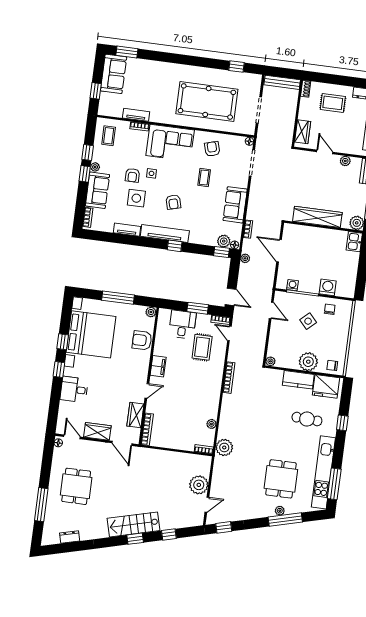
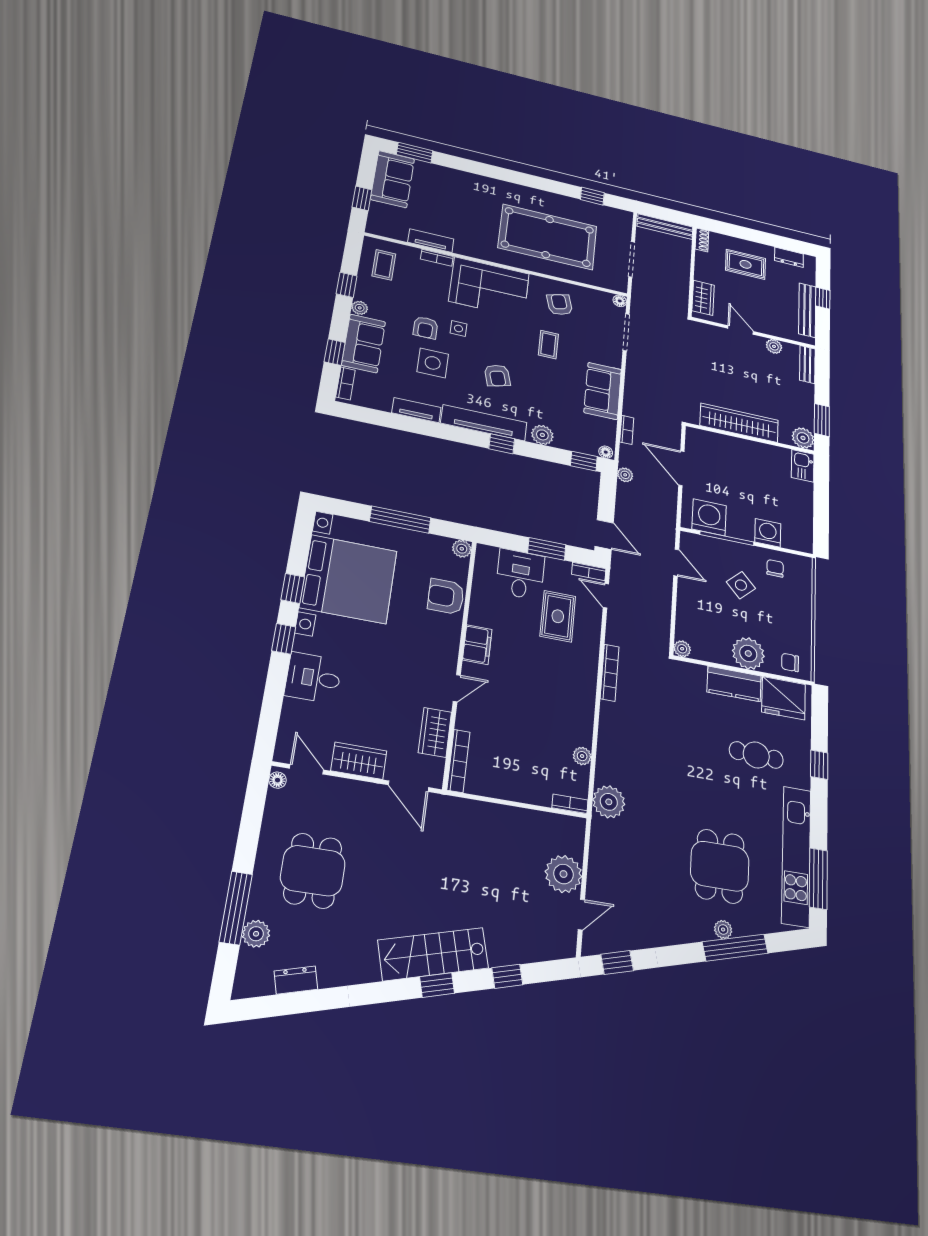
window: (85, 174) -> (335, 352), moved
plant: (224, 241) -> (542, 435), moved
washing machine: (292, 285) -> (709, 517), width x1.89, depth x1.89
plant: (51, 516) -> (256, 934), added

